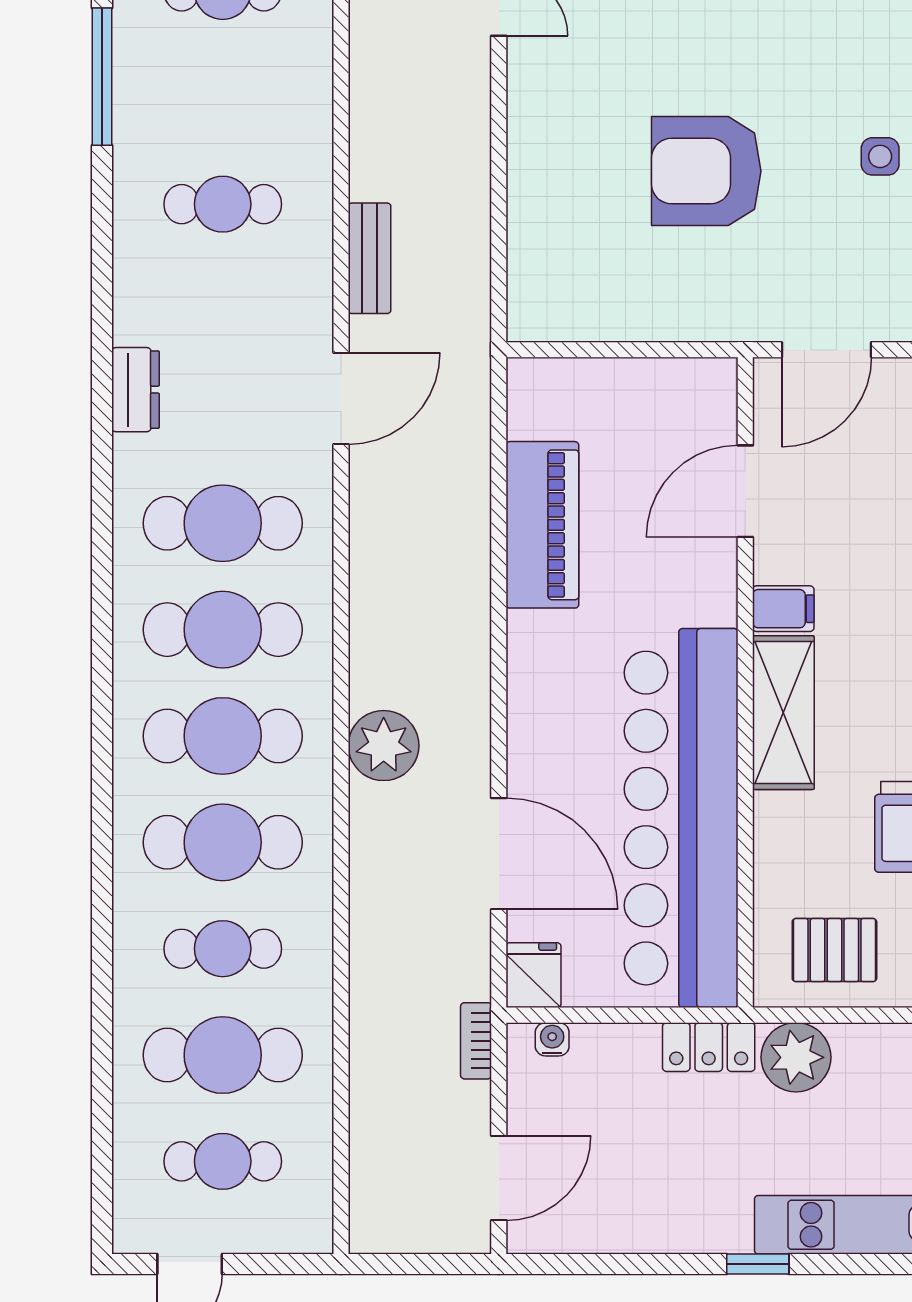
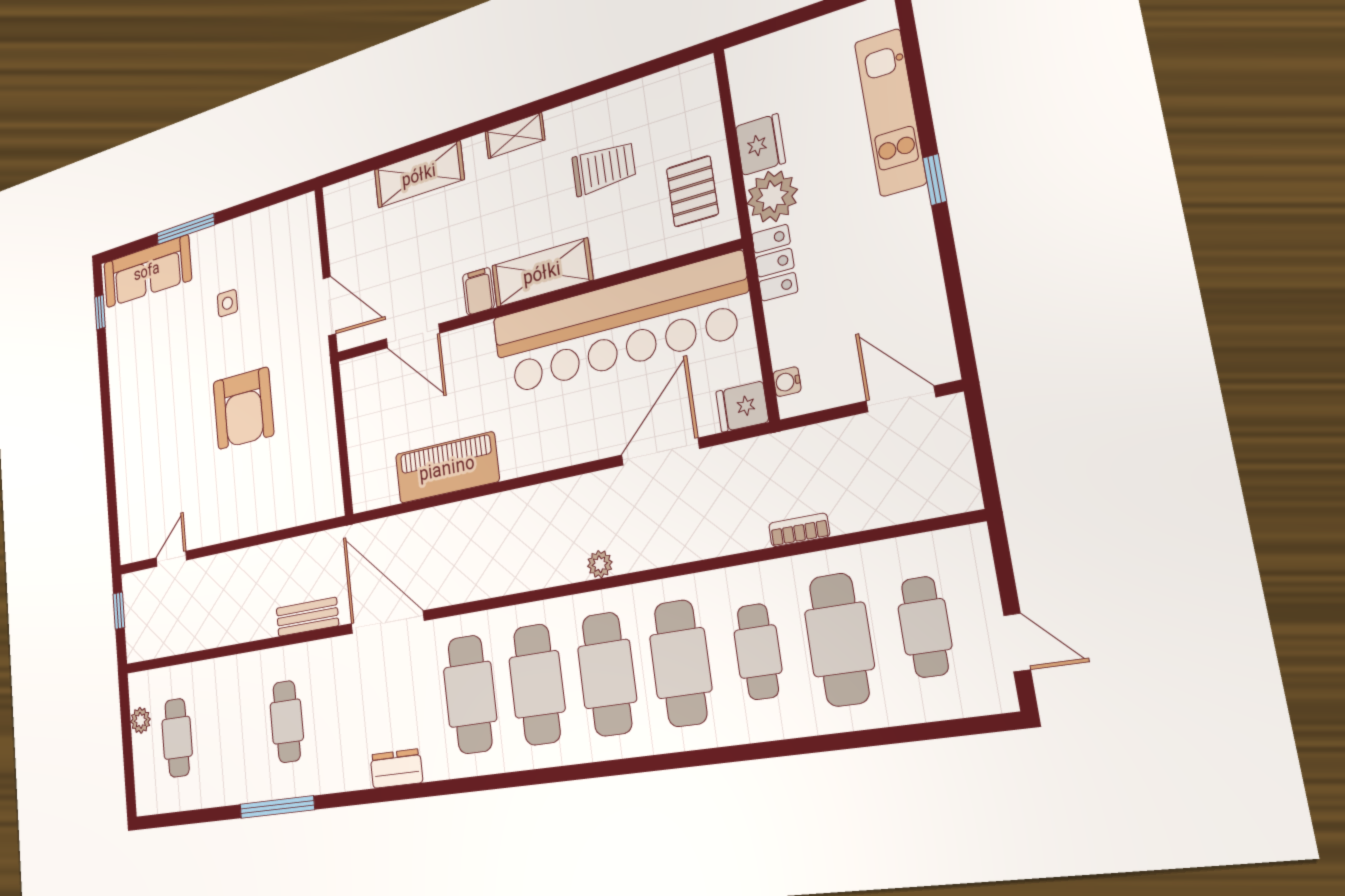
window: (102, 77) -> (277, 807), moved
door: (341, 399) -> (387, 622), width x1.36
plant: (384, 746) -> (600, 564), width x0.53, depth x0.53
bookcase: (476, 1041) -> (799, 530), moved, turned 180
fridge: (869, 1052) -> (760, 145), added

